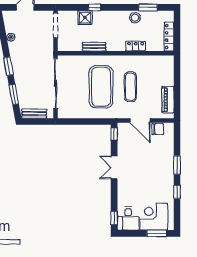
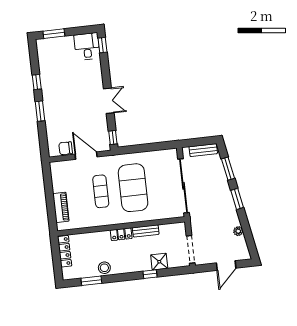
locker: (136, 46) -> (121, 234), moved
piano: (168, 100) -> (61, 207), moved
corner desk: (154, 216) -> (59, 52), removed

